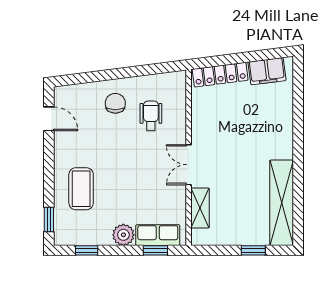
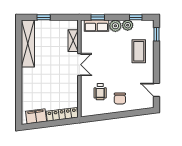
plant: (101, 236) -> (128, 25), added

